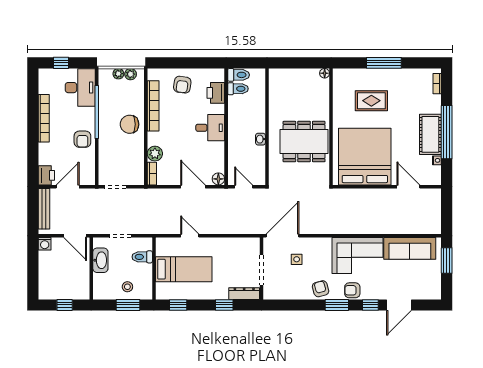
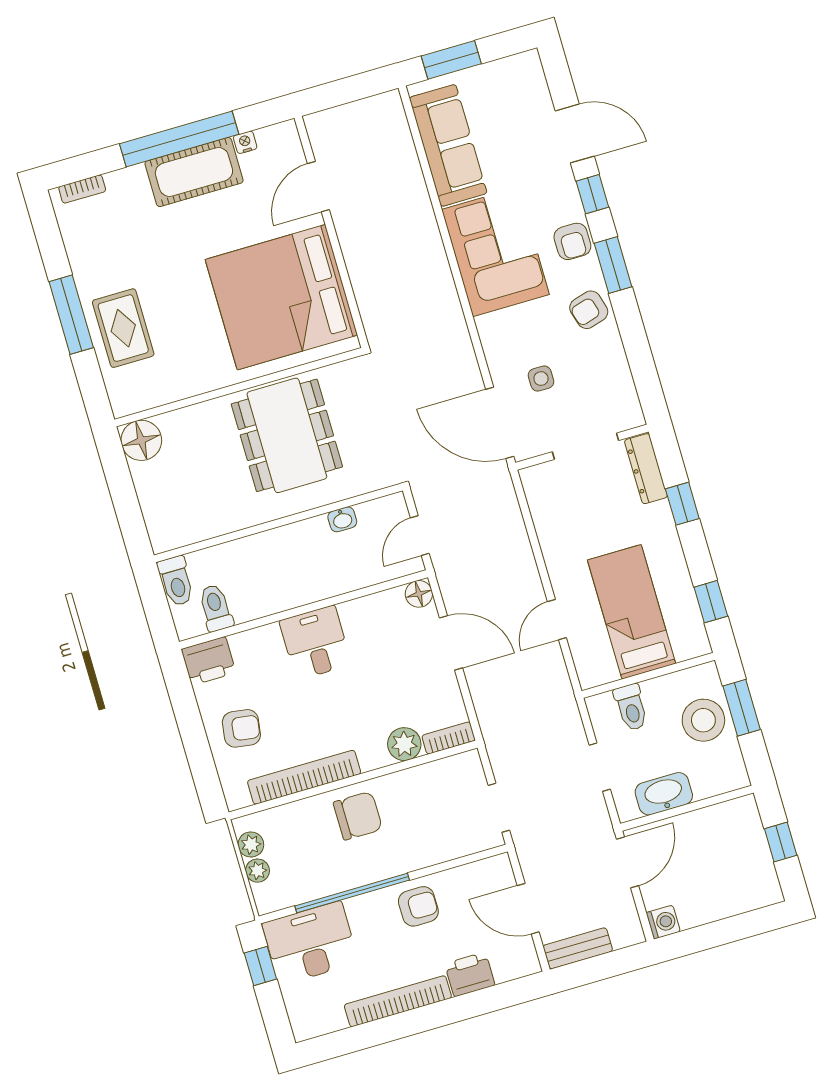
window: (61, 63) -> (260, 966), moved
floor lamp: (325, 73) -> (141, 440), width x1.89, depth x1.89
toilet: (239, 75) -> (176, 581), moved, turned 180
printer: (216, 93) -> (209, 661), moved
rug: (371, 101) -> (123, 328), moved
chair: (130, 124) -> (358, 816), turned -90
washbasin: (260, 139) -> (342, 519), moved
printer: (46, 175) -> (470, 974), moved
door: (193, 187) -> (451, 643), swing flipped
bench: (44, 209) -> (578, 948), width x0.73
stool: (127, 287) -> (703, 720), width x1.89, depth x1.89

